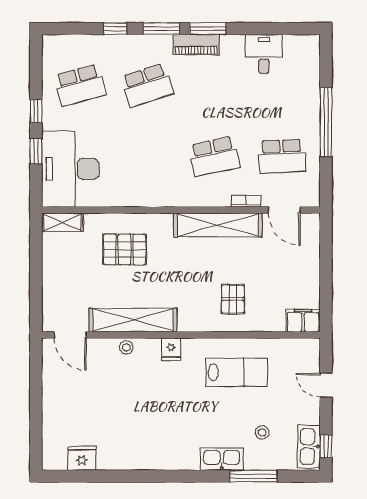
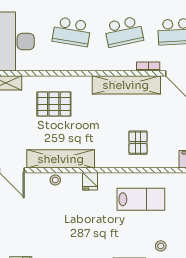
school desk: (147, 156) -> (72, 32), added

